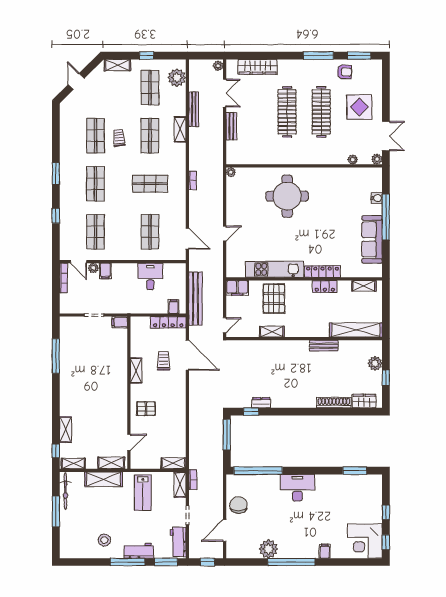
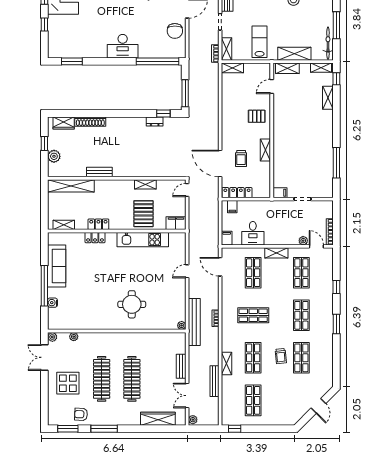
window: (147, 56) -> (235, 429), moved
shelving: (117, 65) -> (276, 253), moved
plant: (177, 78) -> (229, 409), removed
round table: (287, 196) -> (132, 304), width x0.73, depth x0.73
filing cabinet: (105, 271) -> (227, 238), moved
locker: (323, 272) -> (95, 238), width x0.66
bench: (195, 299) -> (194, 322), moved

